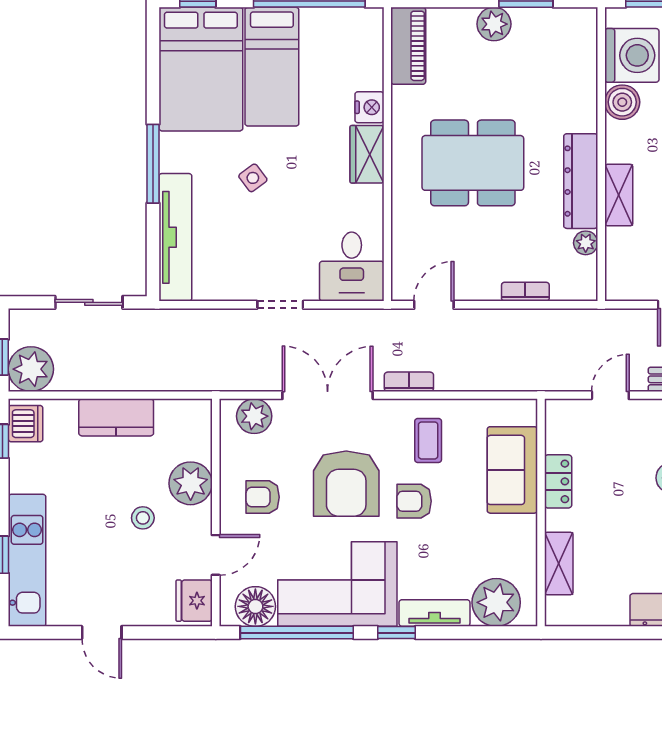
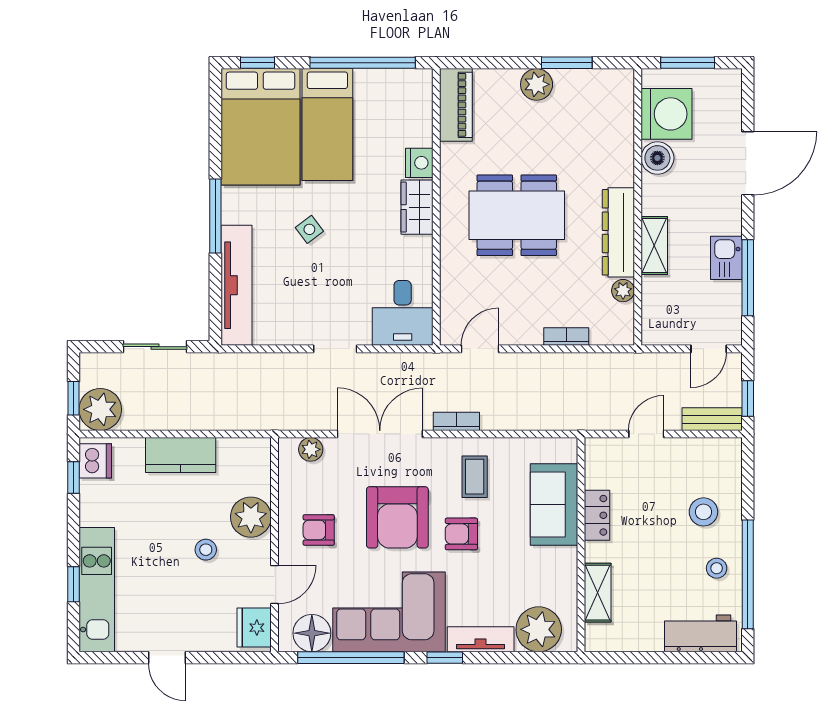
plant: (254, 416) -> (311, 449), width x0.73, depth x0.73

